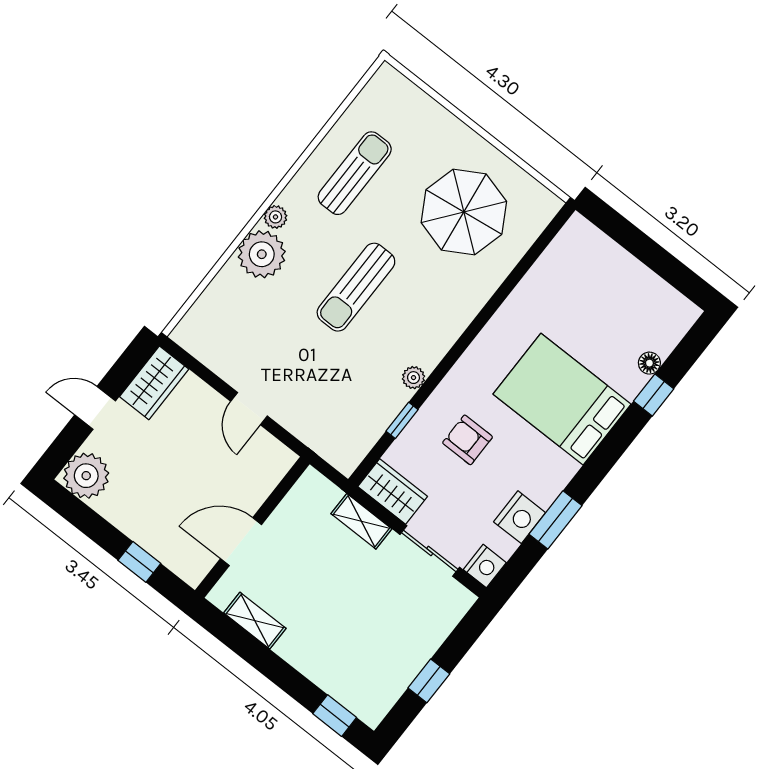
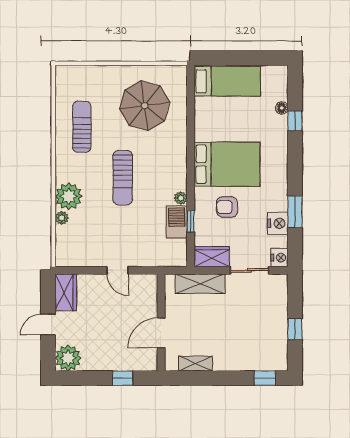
plant: (276, 217) -> (62, 218), moved
bed: (603, 268) -> (227, 81), added
bed: (562, 399) -> (227, 164), moved, turned 180
barbecue: (382, 406) -> (177, 222), added
shelving: (361, 521) -> (200, 284), width x1.50, depth x1.33

